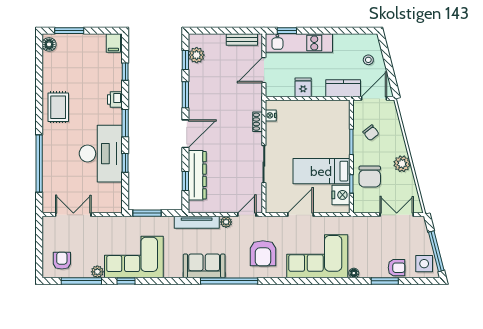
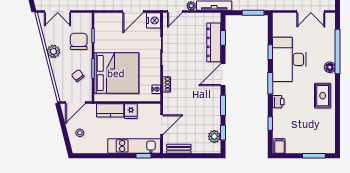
floor lamp: (49, 44) -> (330, 67), moved
kitchen counter: (343, 88) -> (110, 110), moved
bed: (321, 171) -> (116, 73), moved, width x2.04
nightstand: (341, 195) -> (153, 20), moved, turned 180

